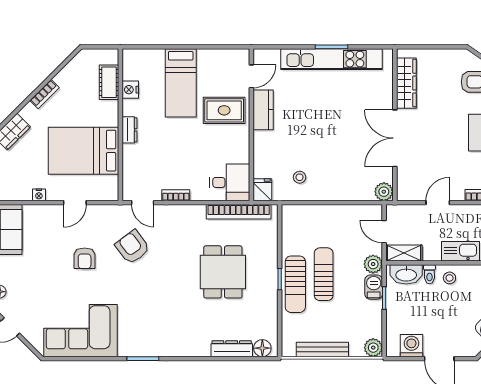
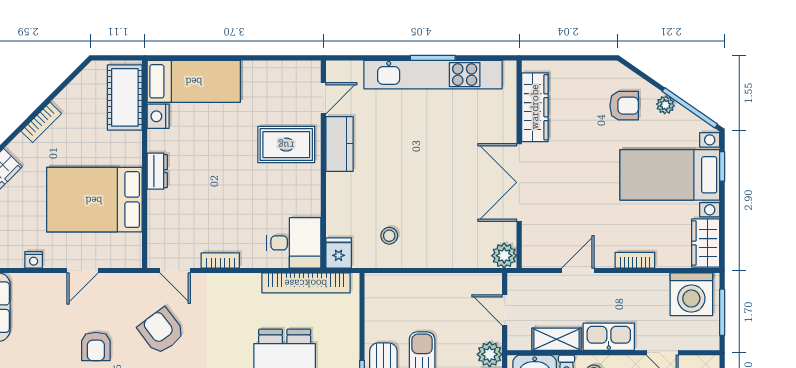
cot: (109, 82) -> (125, 97), width x1.37, depth x1.34
bed: (181, 83) -> (194, 81), moved, turned -90
shelving: (404, 253) -> (557, 339), moved

